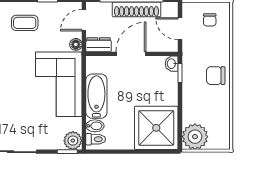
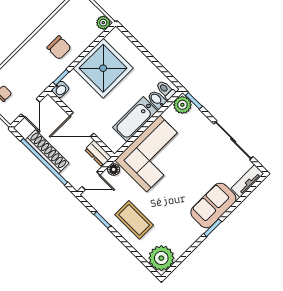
coffee table: (25, 23) -> (134, 220), width x1.36, depth x1.30
chair: (216, 76) -> (59, 48), moved
shower: (156, 128) -> (103, 68), moved
plant: (195, 137) -> (103, 23), width x0.53, depth x0.53

